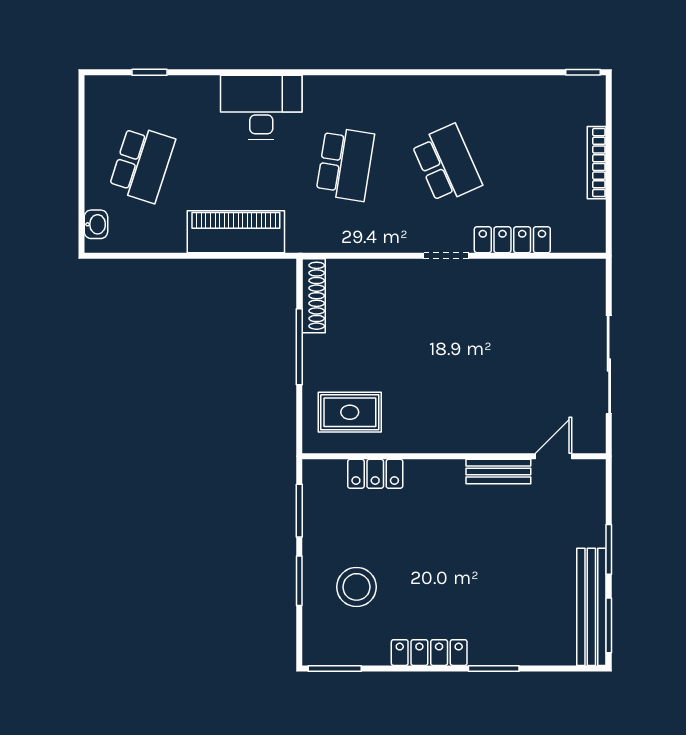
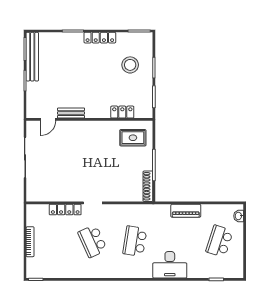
piano: (236, 232) -> (186, 211), width x0.73, depth x0.75

